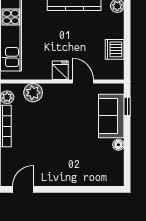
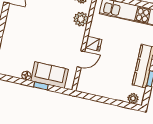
dishwasher: (115, 49) -> (100, 89), removed
window: (127, 106) -> (41, 86), moved

